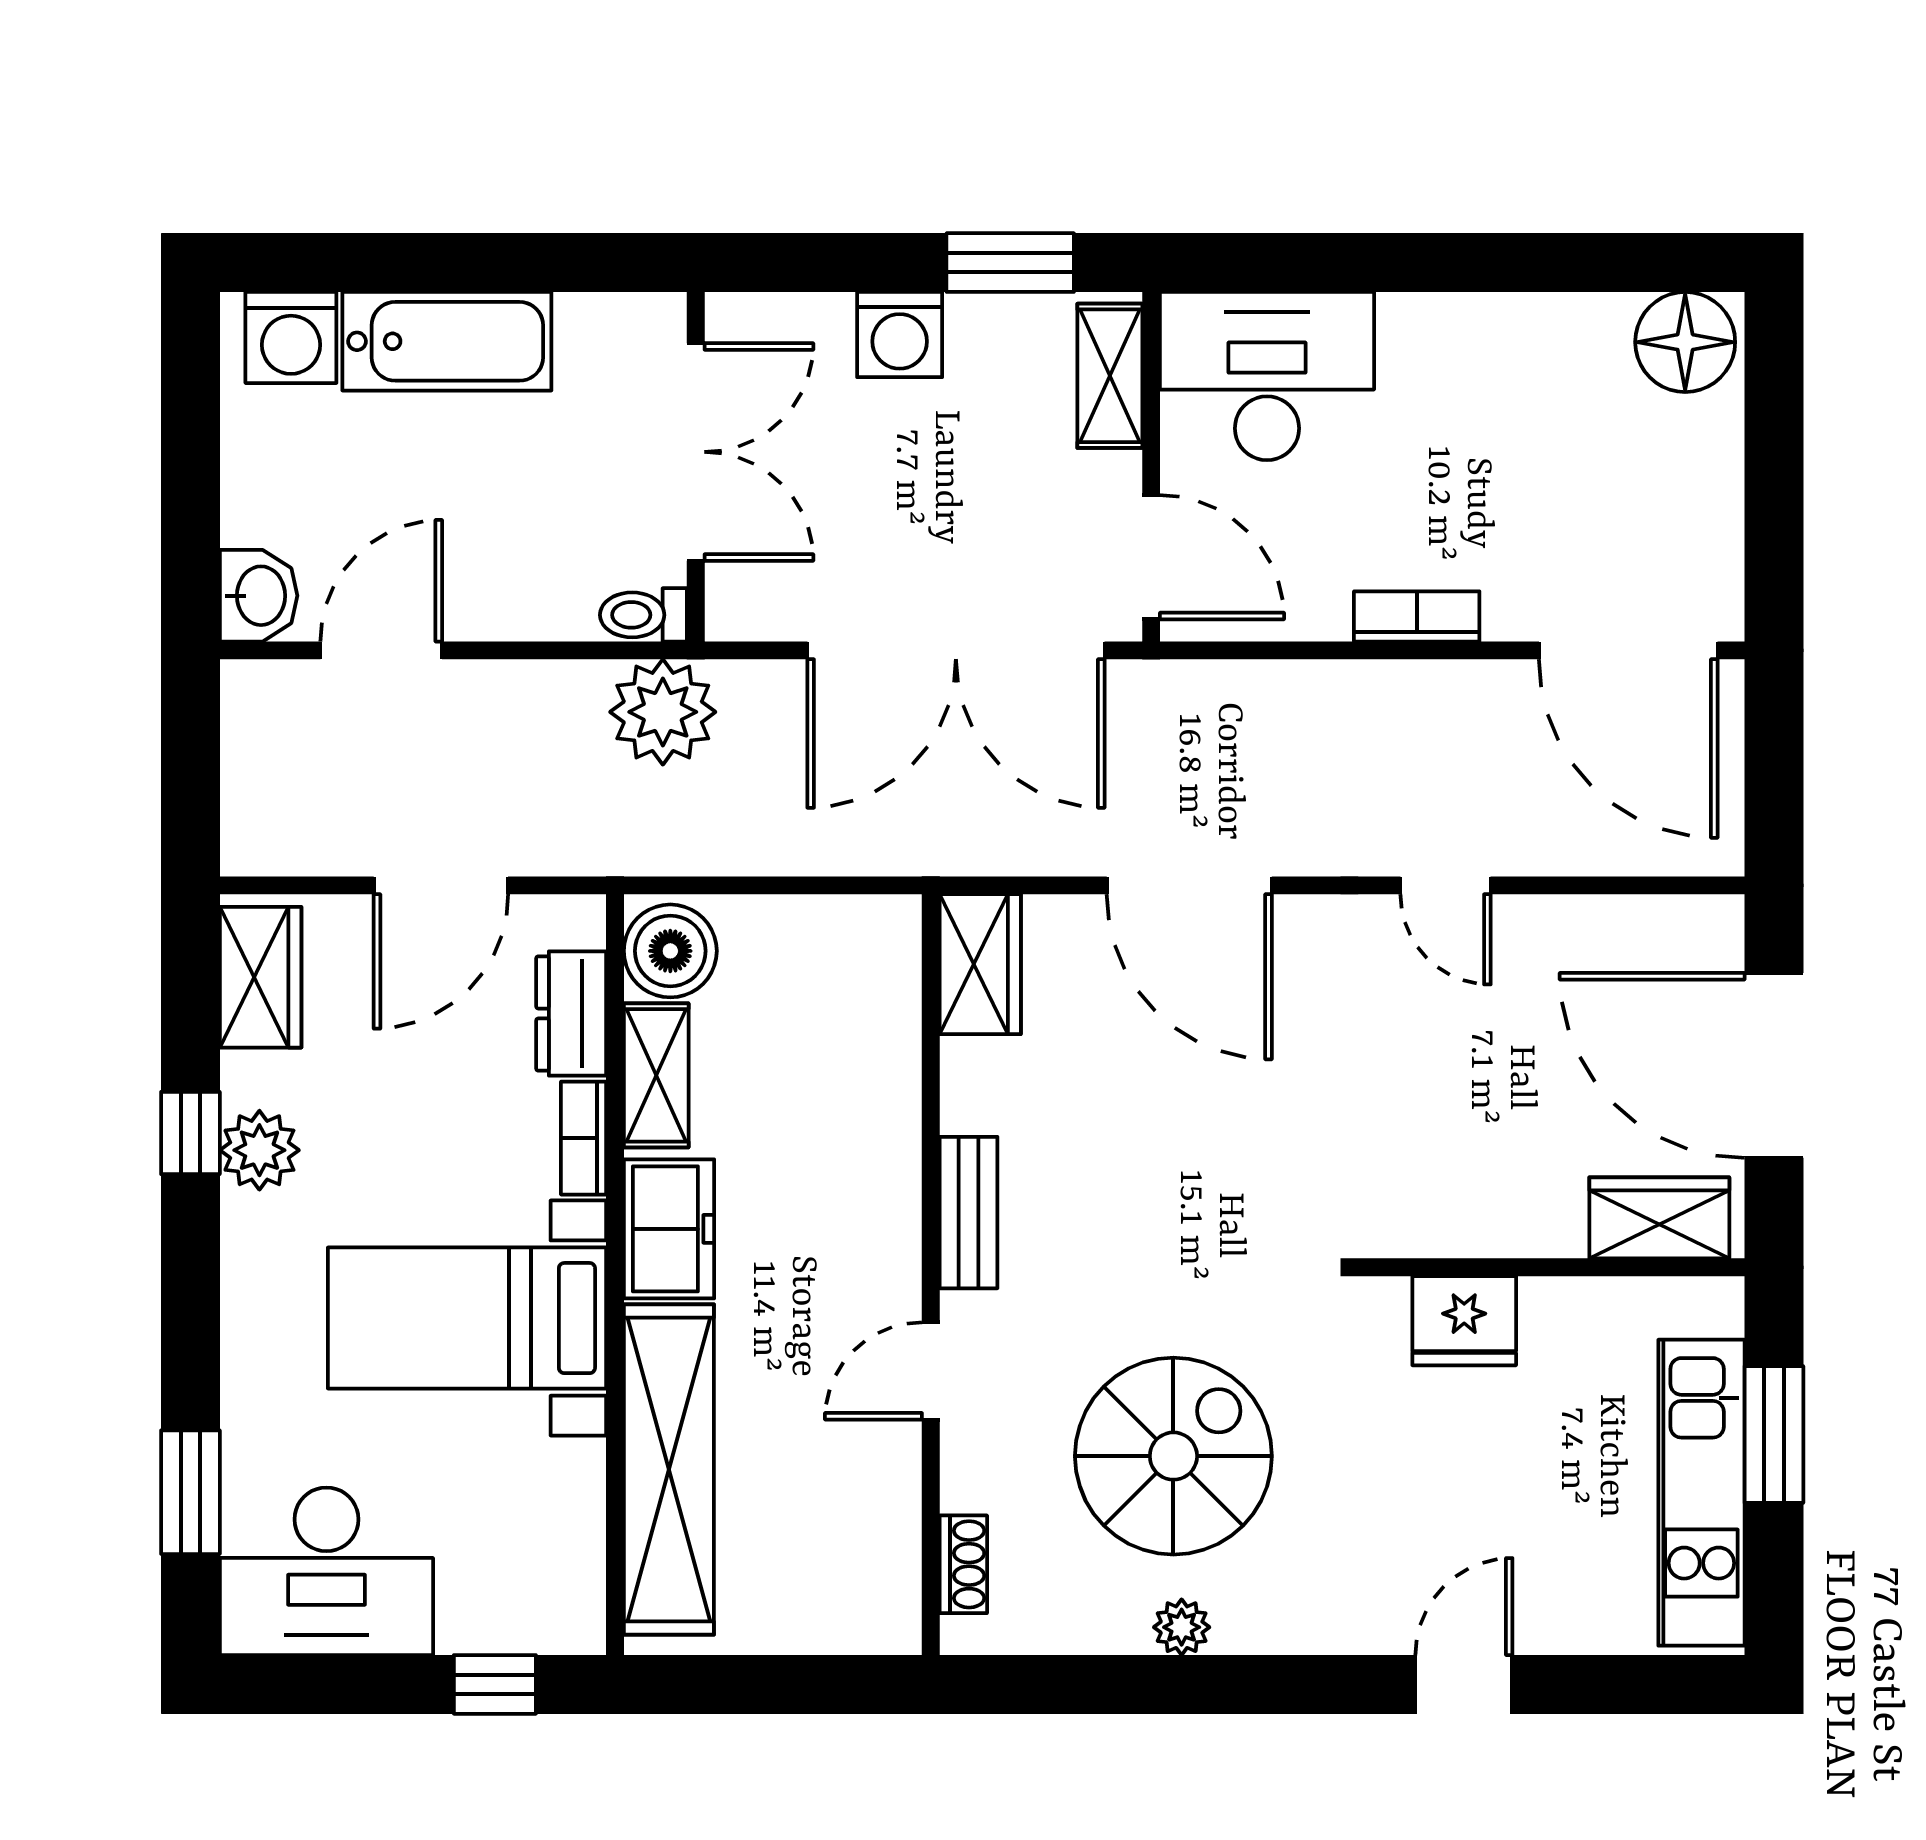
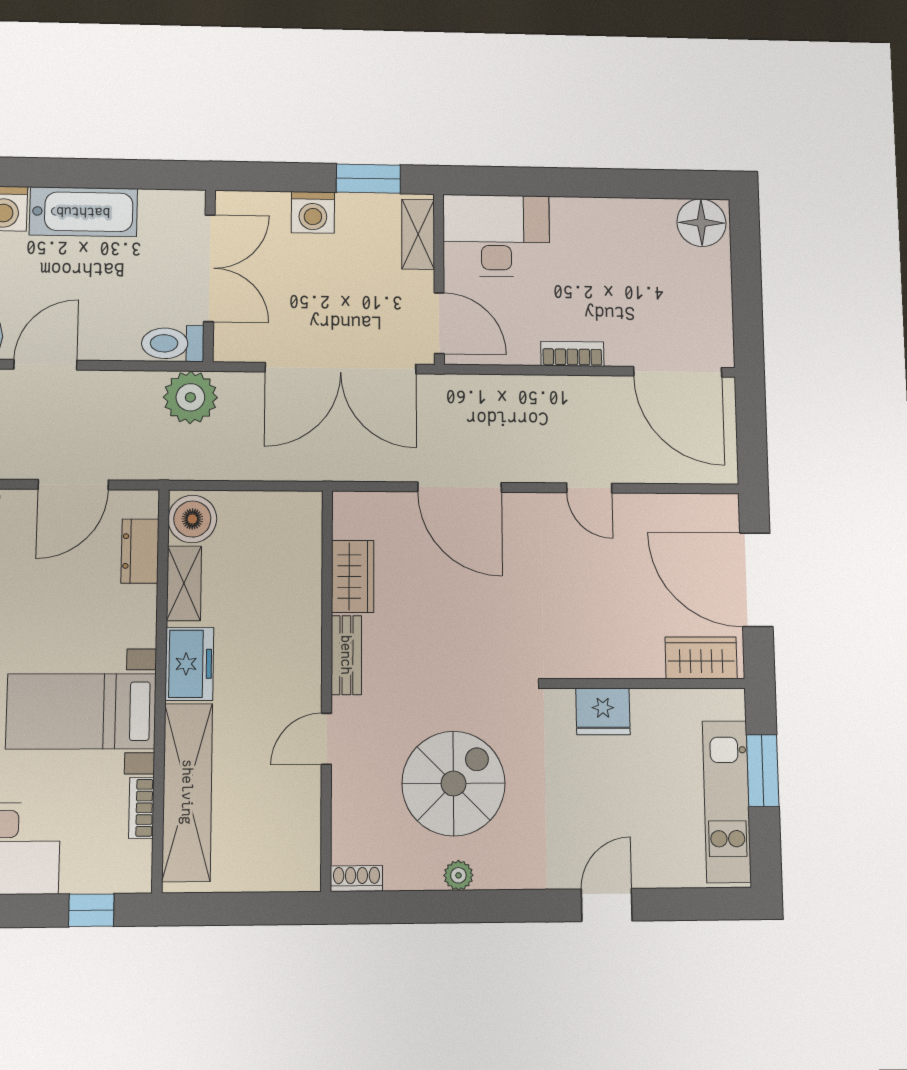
toilet: (643, 615) -> (173, 343), width x1.37, depth x1.39
wardrobe: (980, 964) -> (353, 576), moved
bookcase: (584, 1138) -> (141, 808), moved
shoe rack: (963, 1564) -> (356, 879), moved, turned -90

